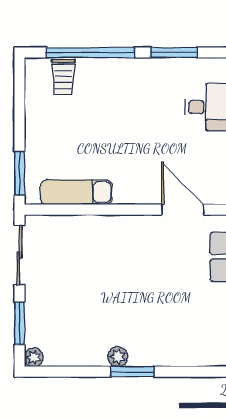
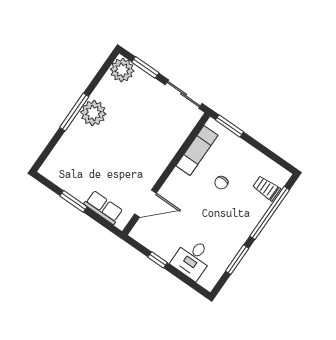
chair: (94, 136) -> (221, 183), added
plant: (34, 357) -> (122, 70), width x1.87, depth x1.87
plant: (118, 357) -> (93, 113), width x1.87, depth x1.87
window: (132, 372) -> (74, 112), width x1.44

